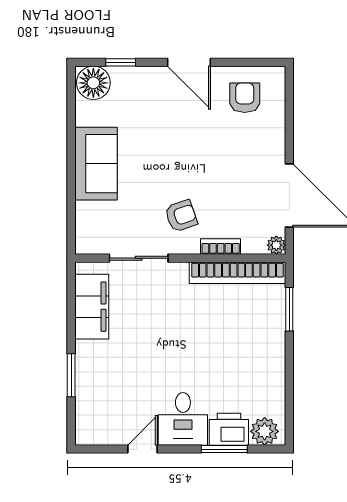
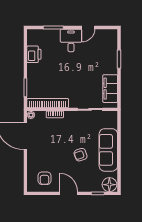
sofa: (96, 164) -> (108, 150), width x1.36
armchair: (181, 216) -> (81, 155), moved
printer: (229, 429) -> (34, 54), moved, turned -90
plant: (265, 431) -> (36, 35), removed

